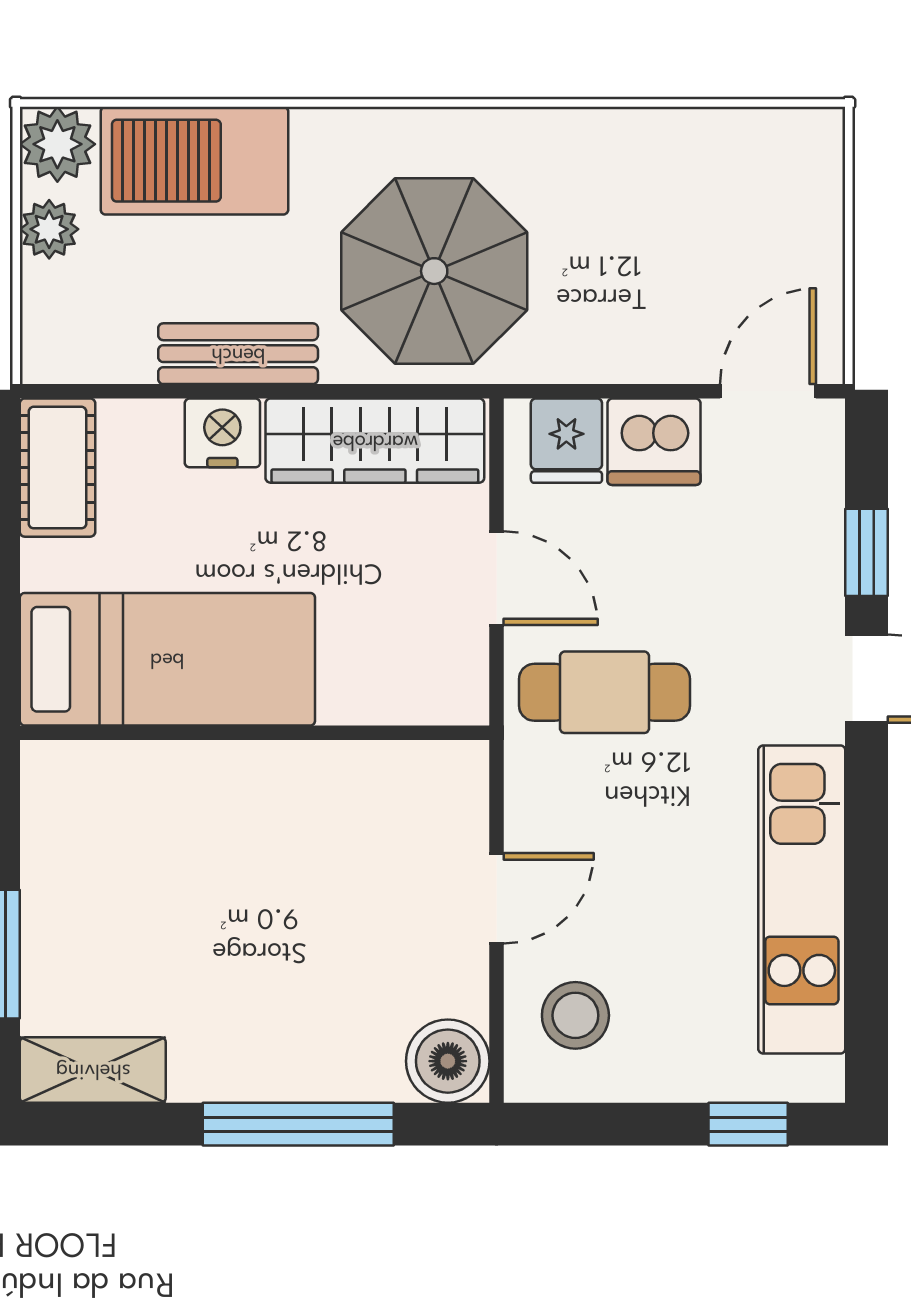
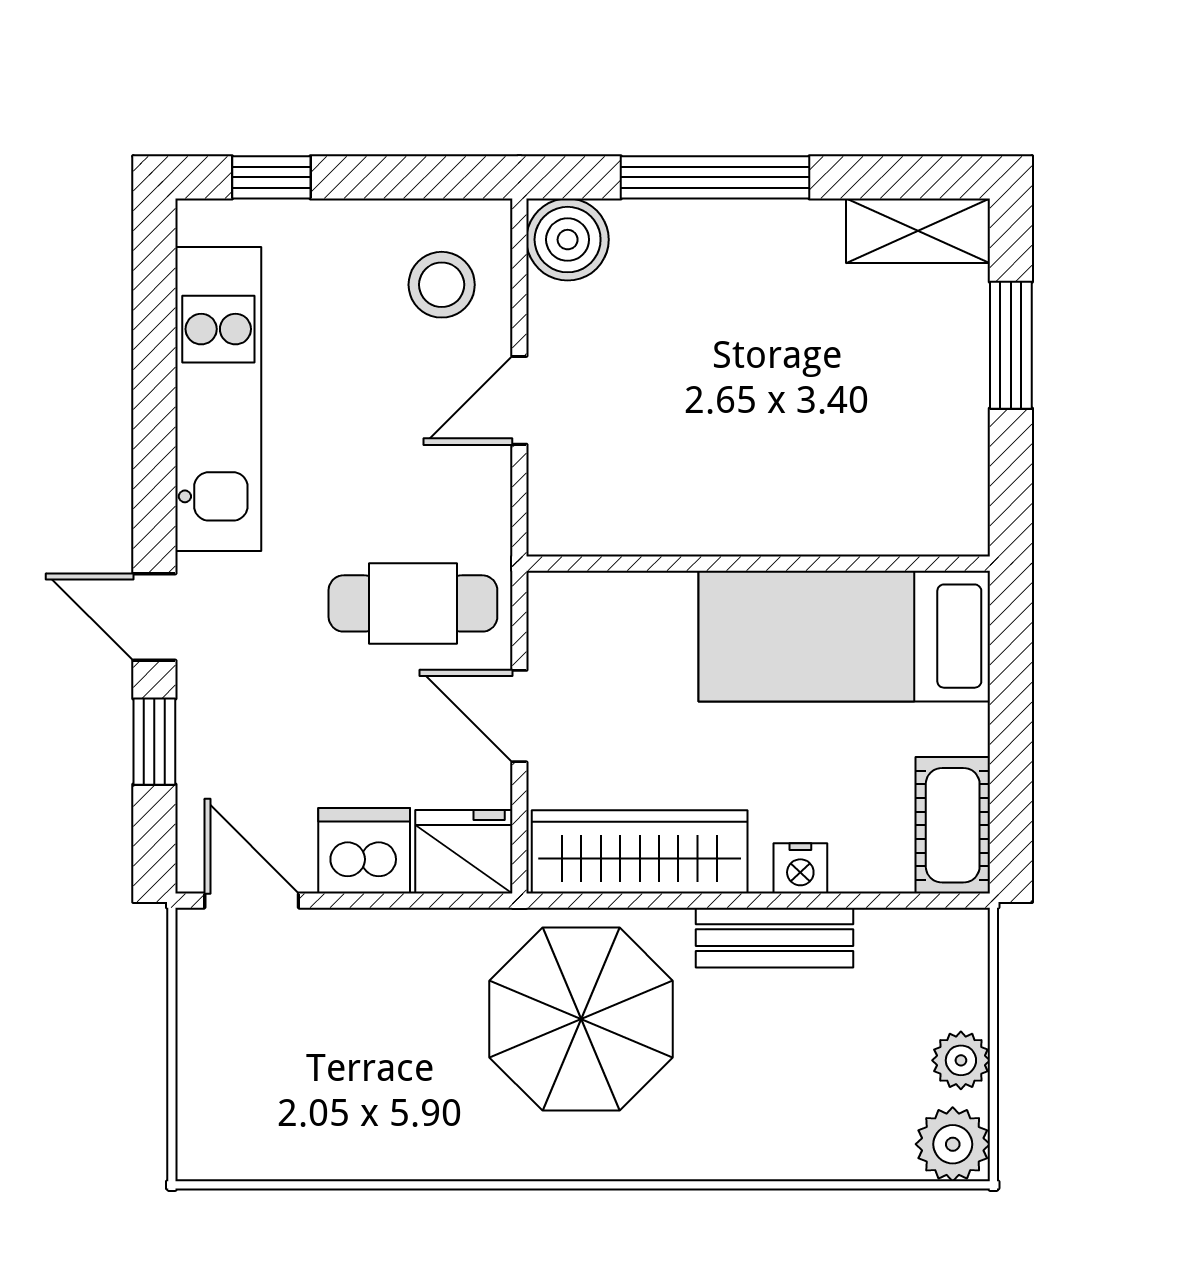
barbecue: (194, 161) -> (818, 1128), removed
door: (768, 391) -> (252, 901), swing flipped
nightstand: (222, 433) -> (800, 868), width x0.72, depth x0.74
fridge: (566, 441) -> (464, 852), width x1.38

